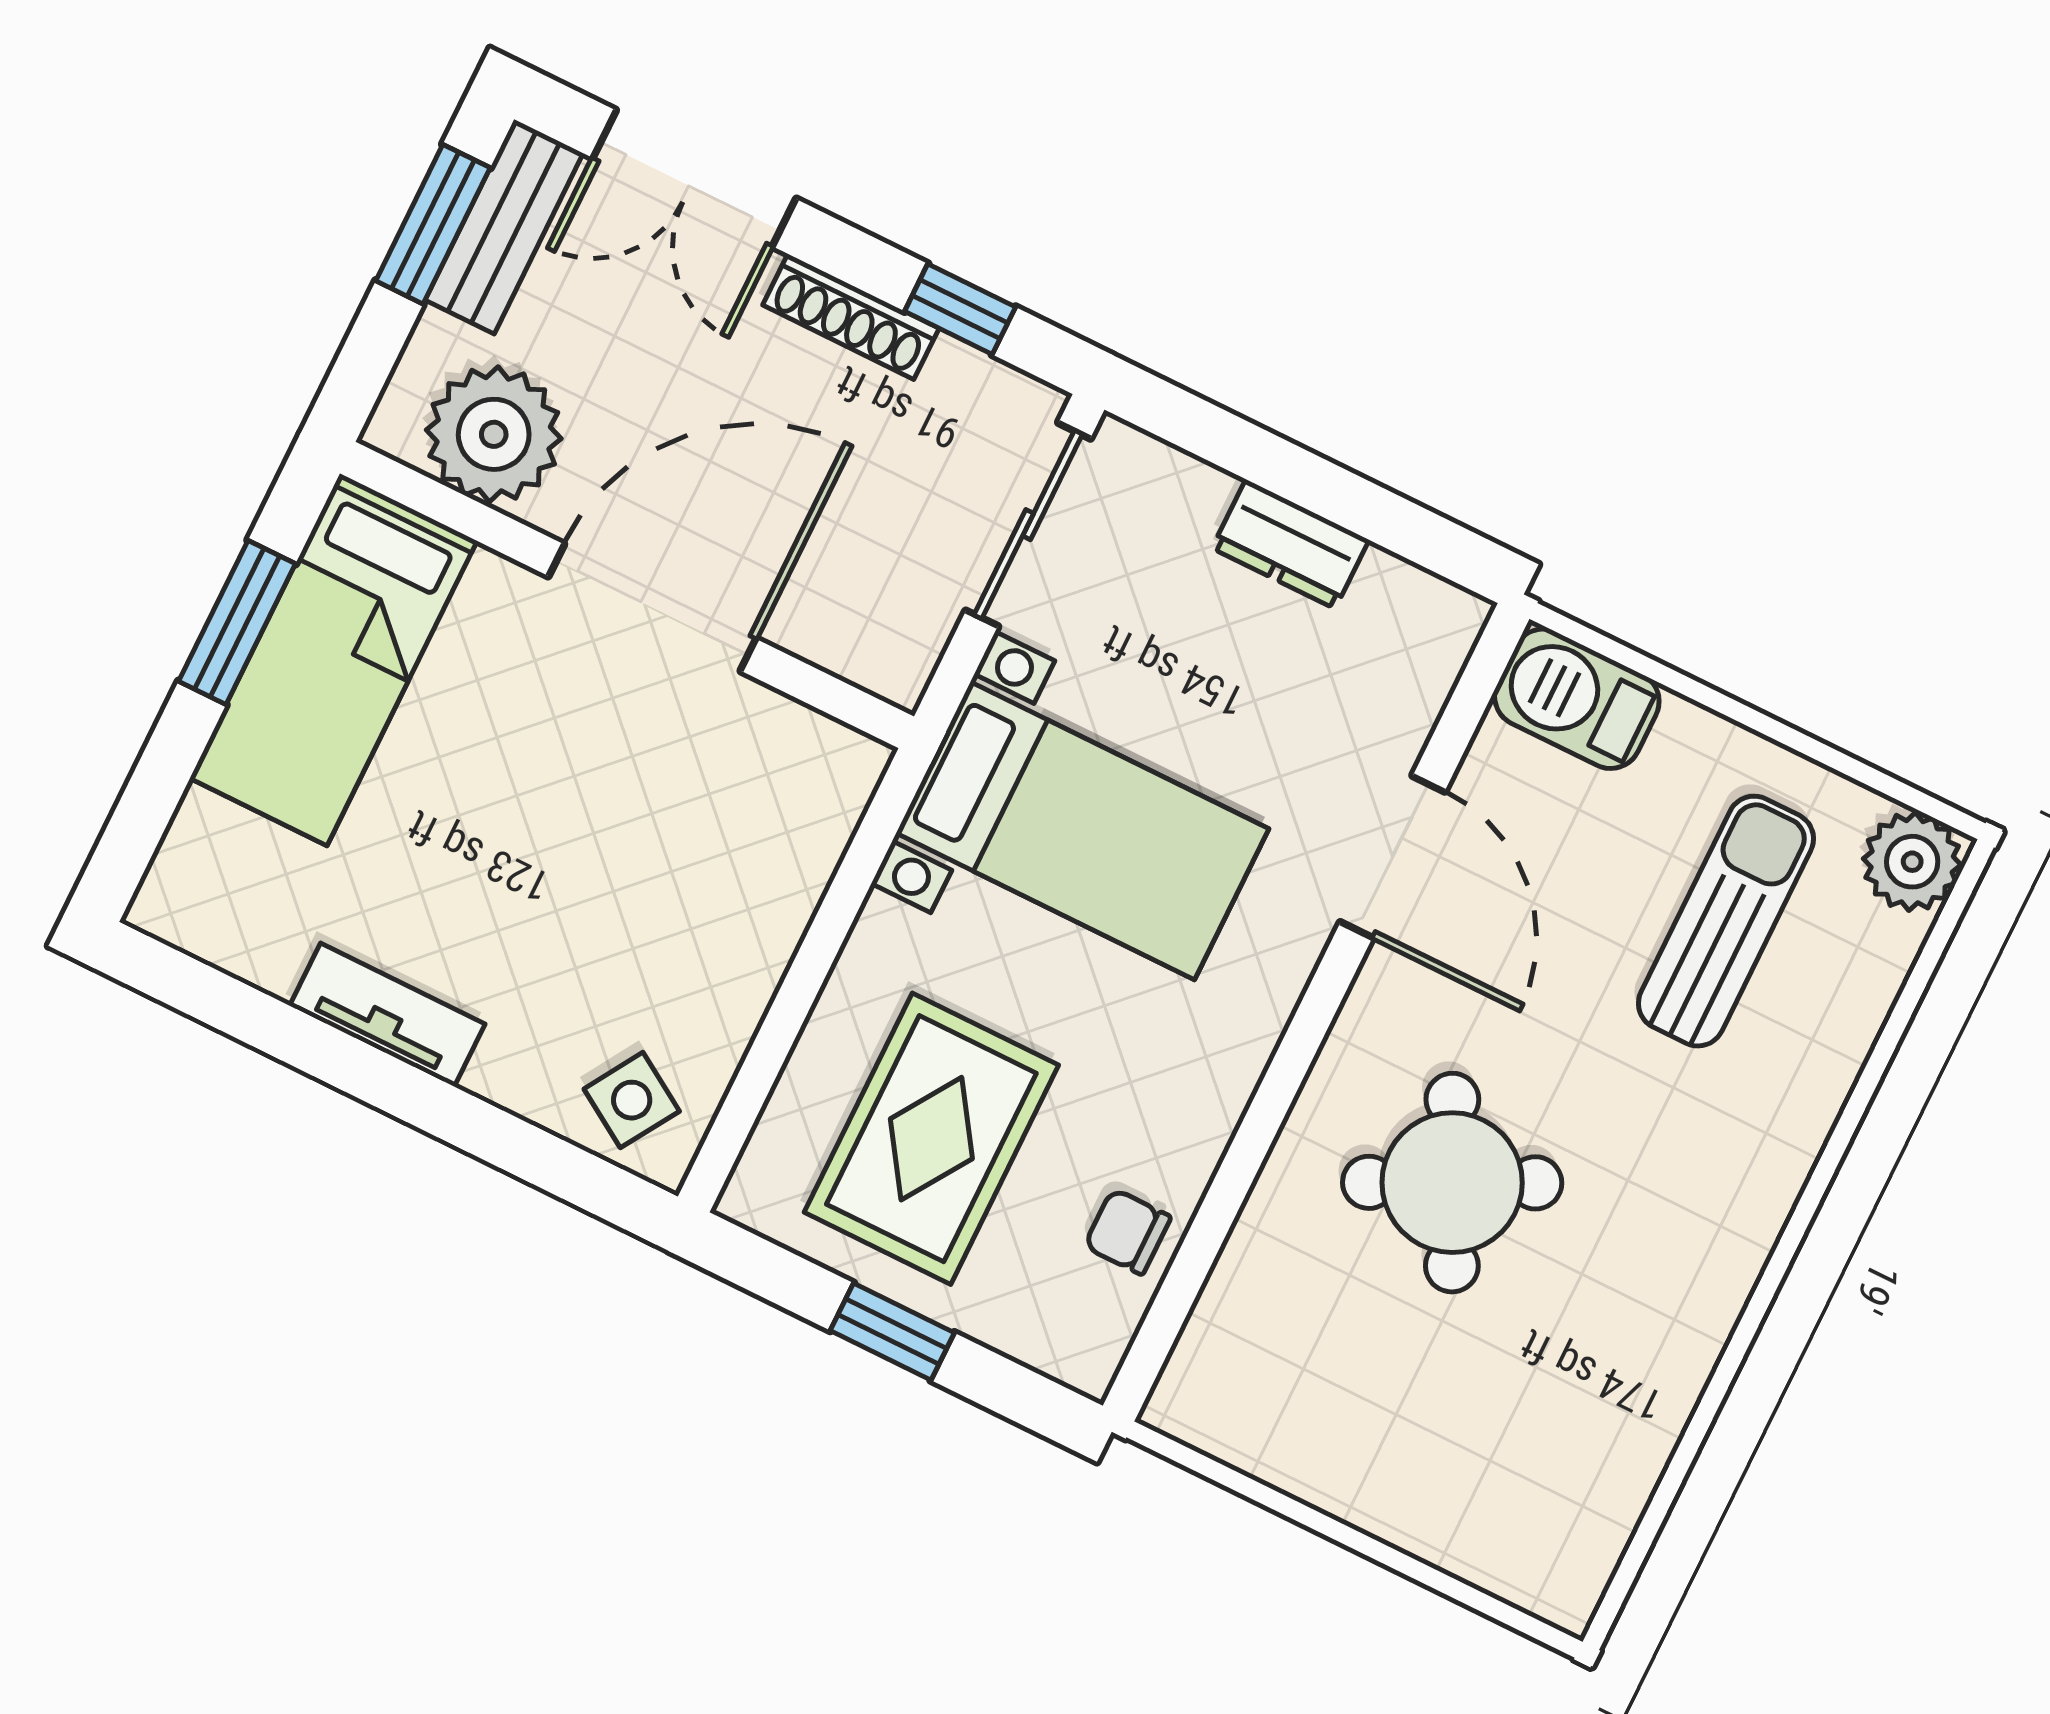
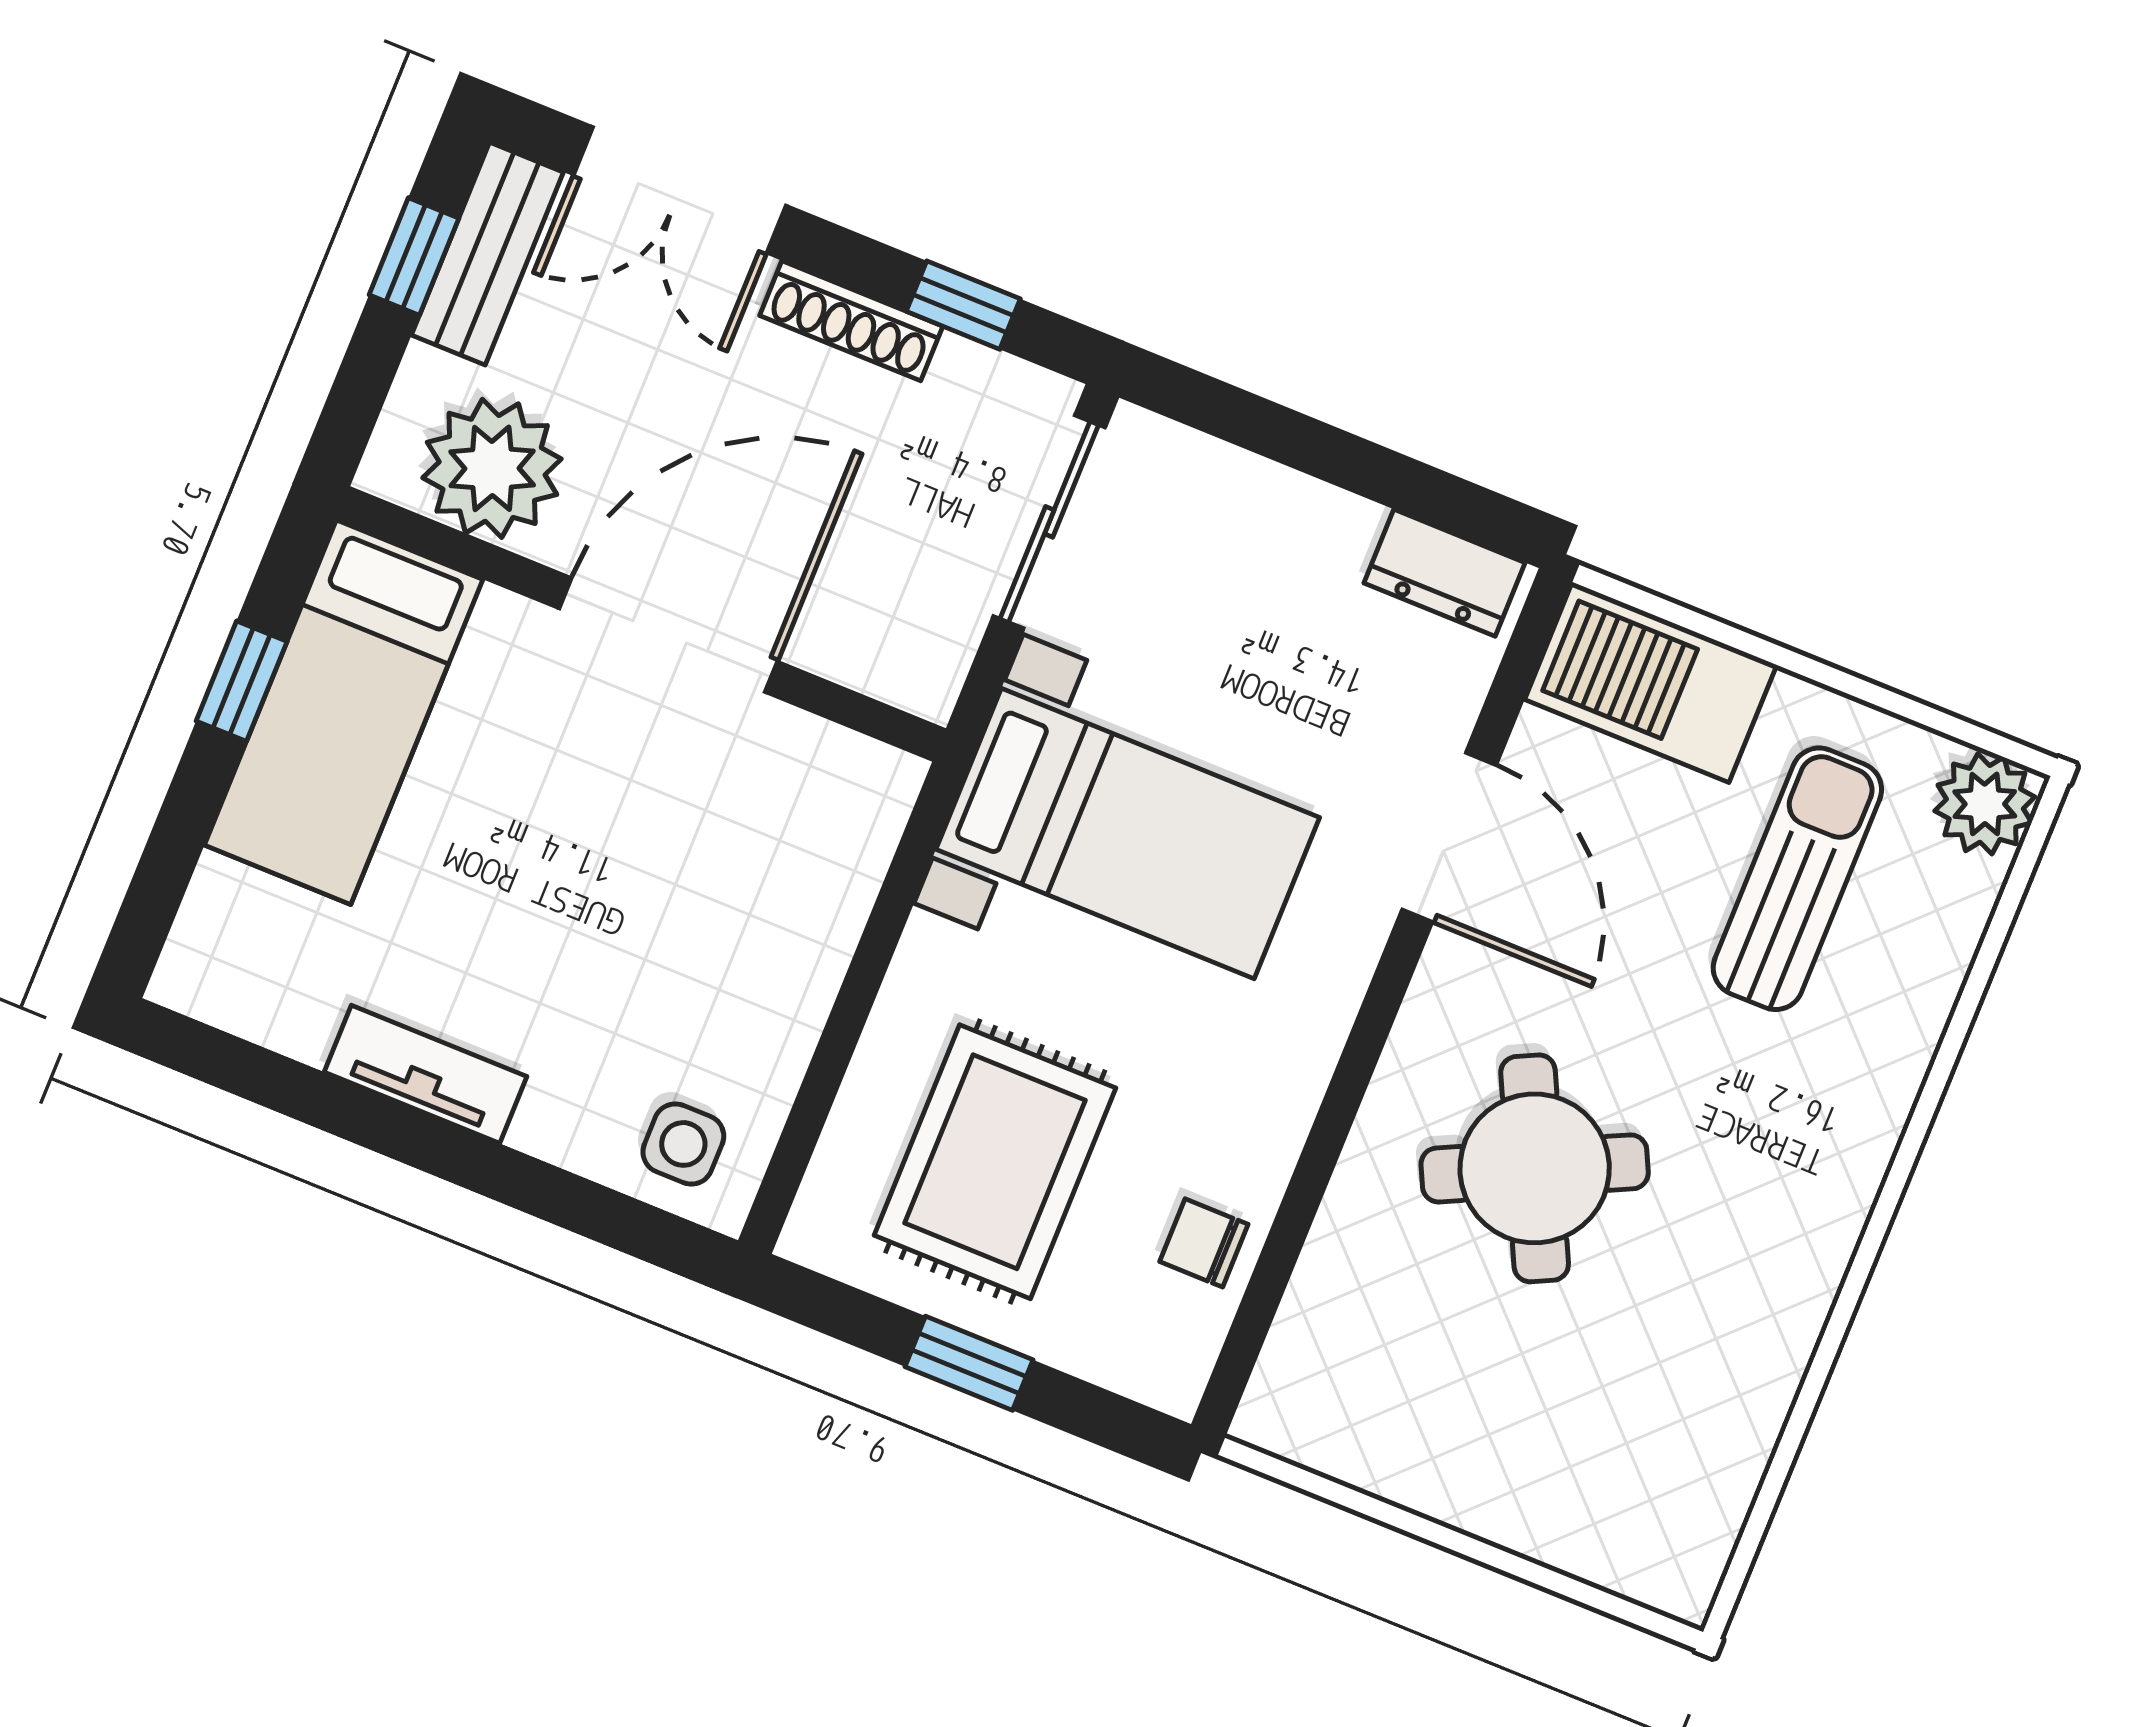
window: (433, 224) -> (414, 256), width x0.67
dresser: (1290, 544) -> (1444, 573), moved
window: (237, 623) -> (242, 681), width x0.67
barbecue: (1577, 699) -> (1651, 682), width x1.37, depth x1.21
side table: (632, 1100) -> (683, 1144), turned -32

